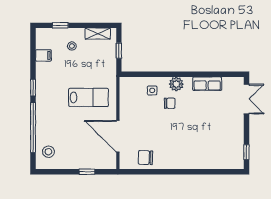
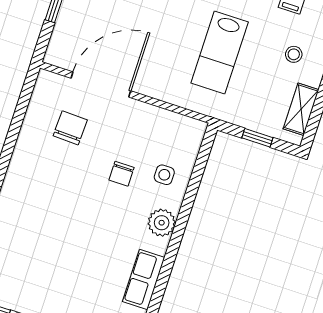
lab bench: (88, 97) -> (220, 53), moved
chair: (170, 103) -> (121, 174), moved
chair: (145, 158) -> (70, 128), moved

